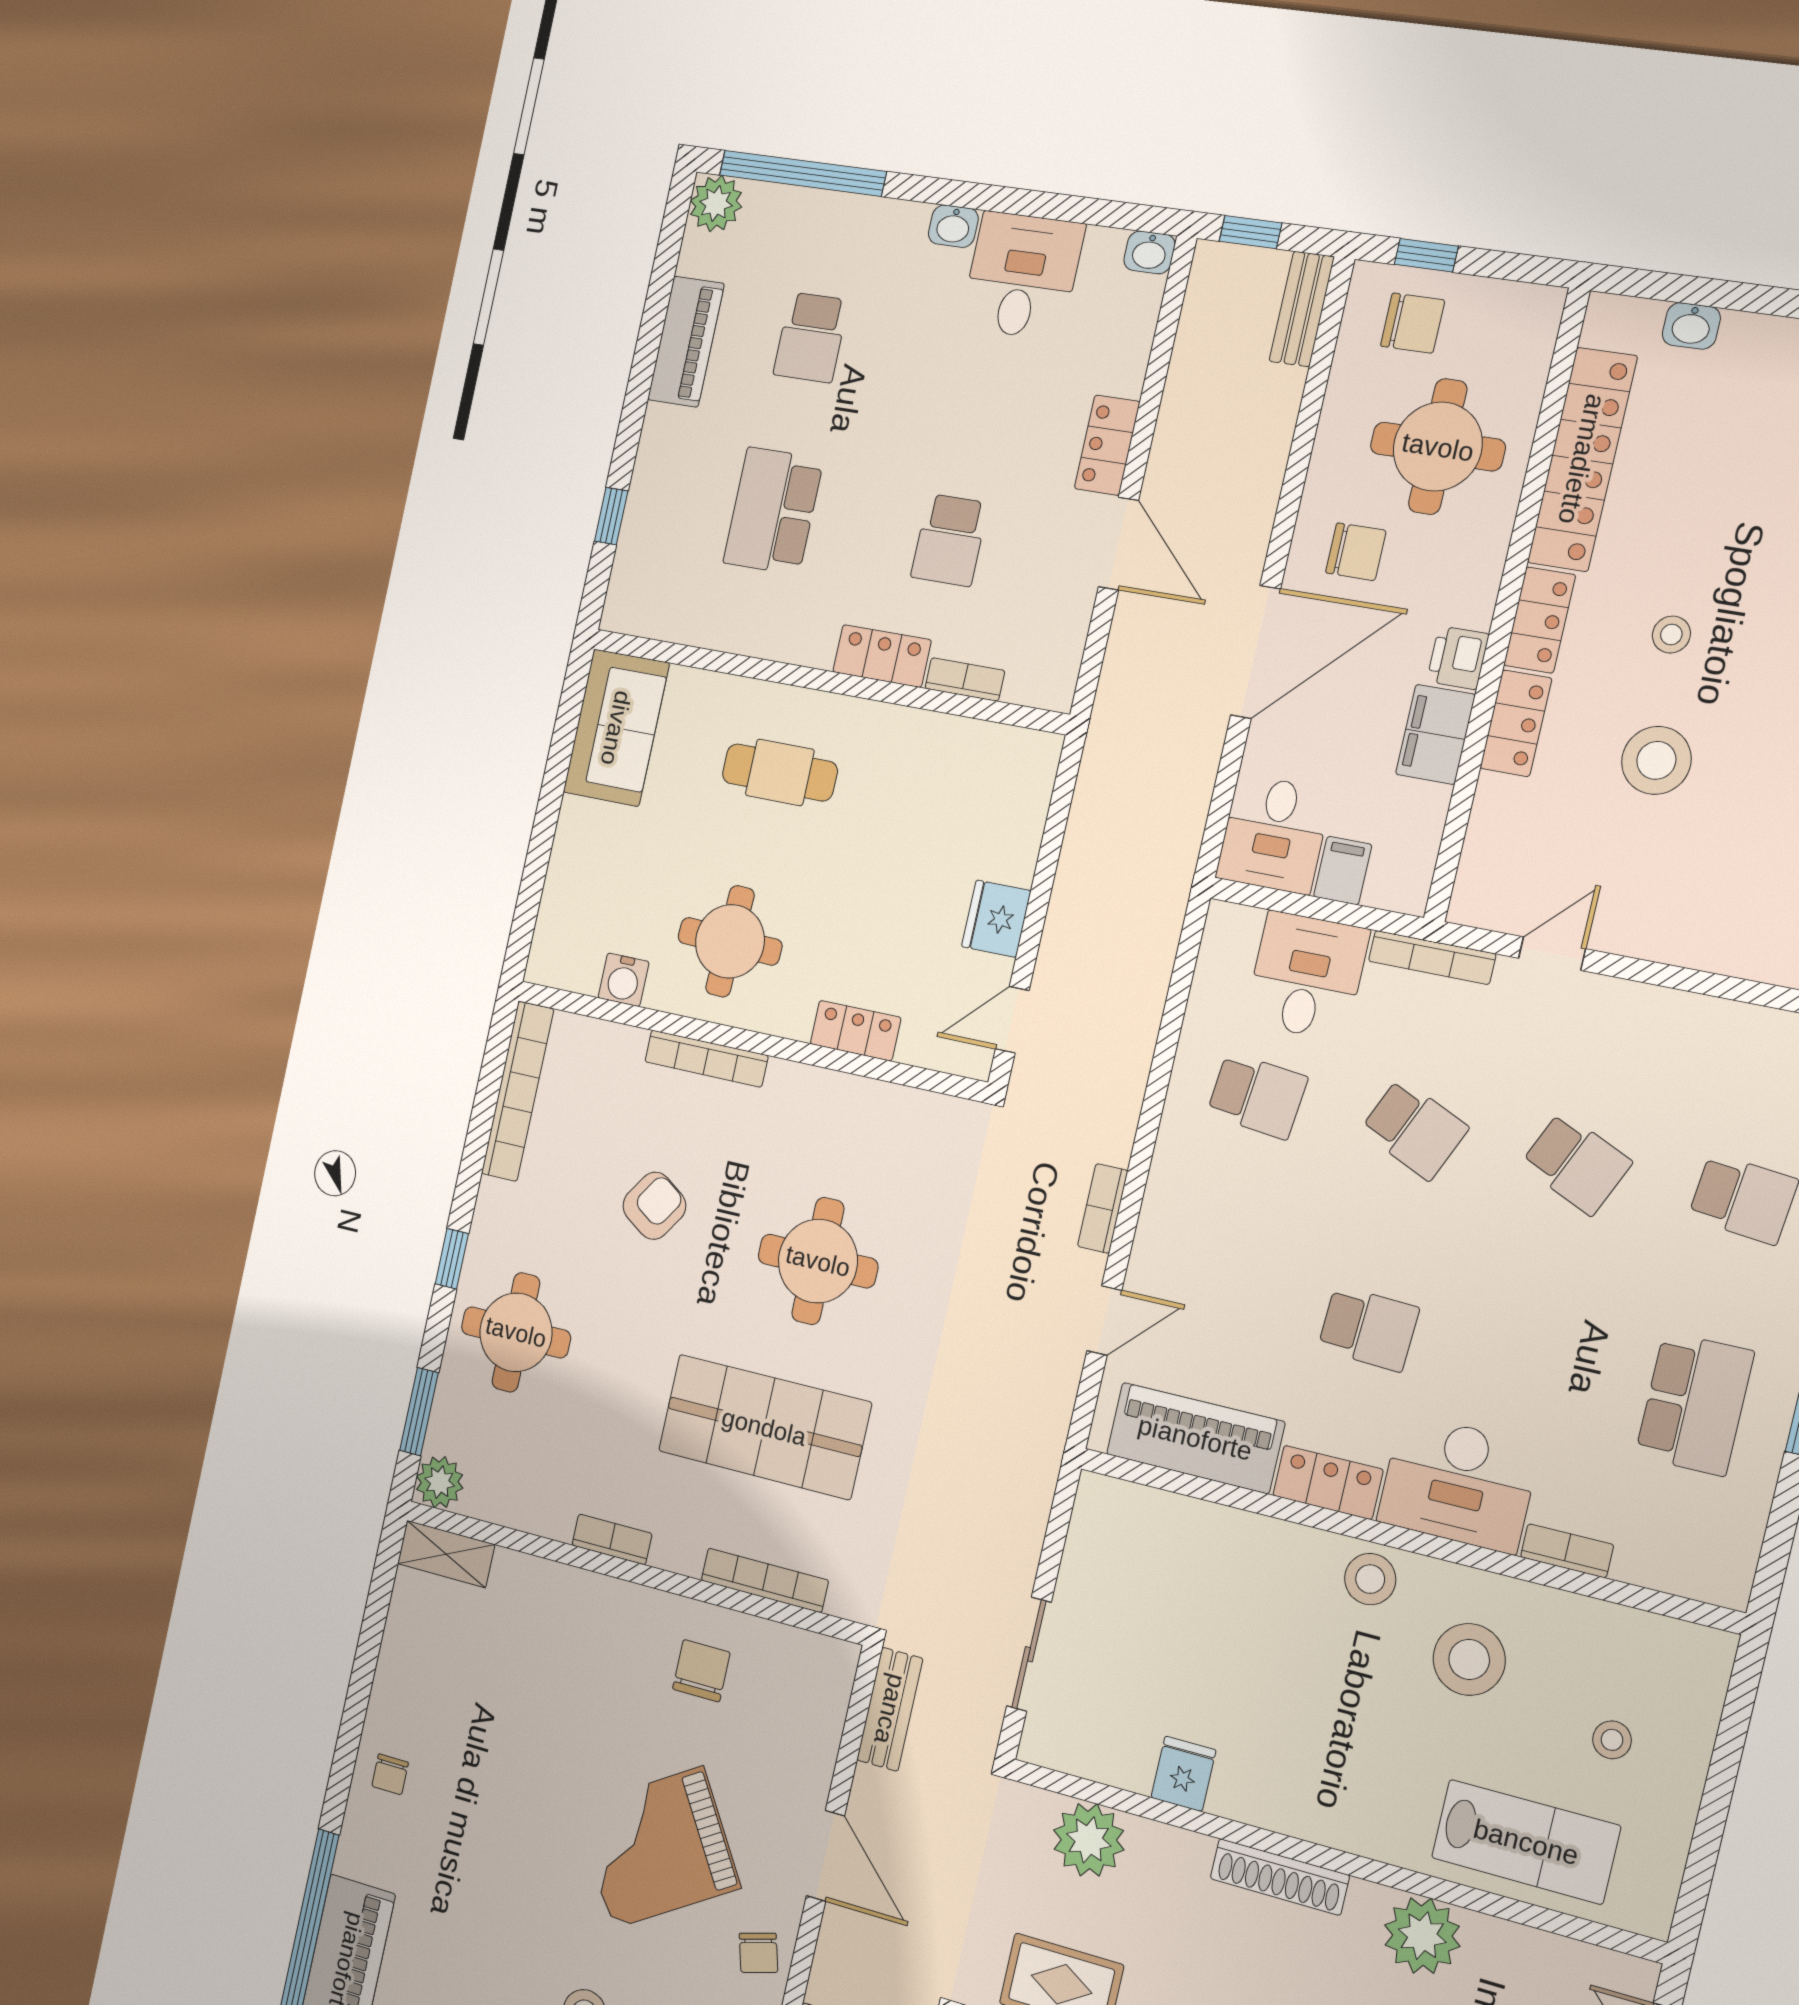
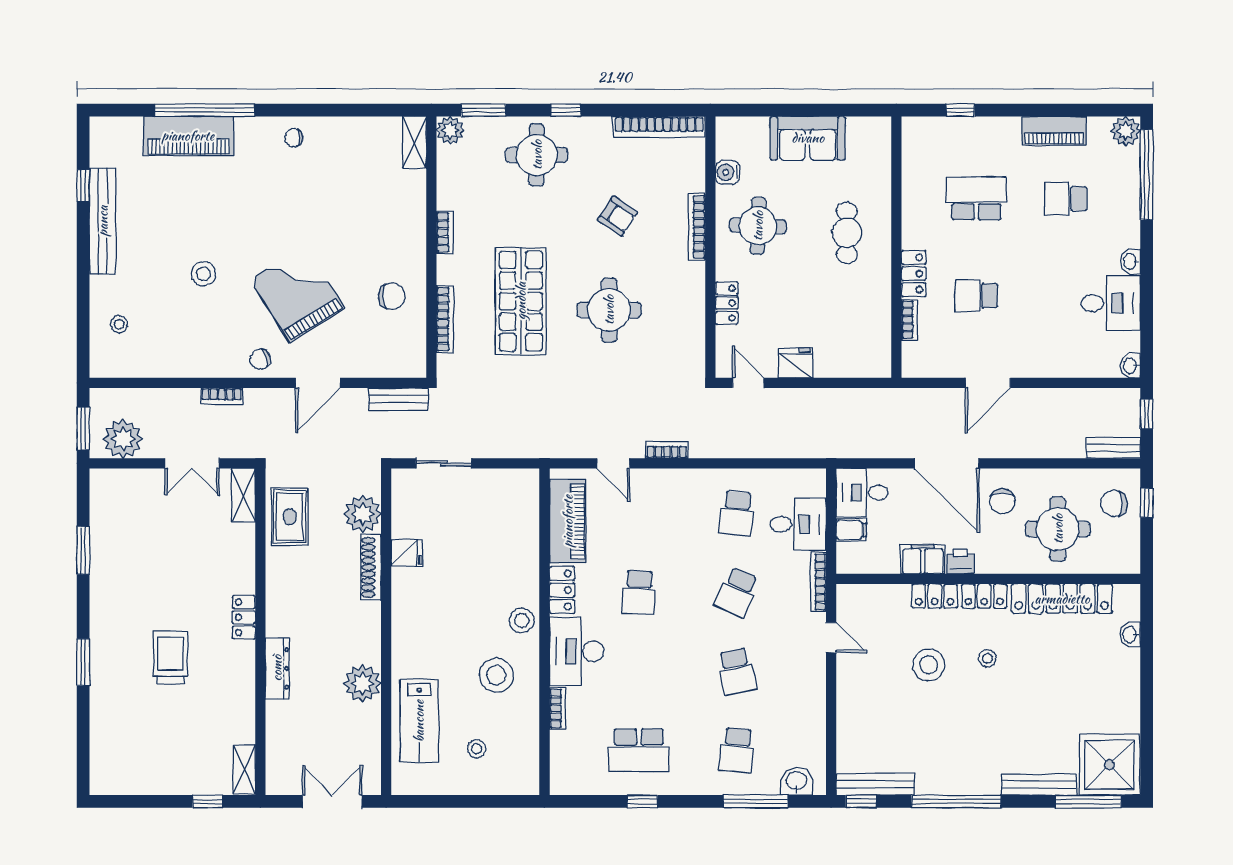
chair: (1413, 323) -> (1114, 503), turned 90
locker: (1107, 445) -> (1035, 366), removed
sofa: (616, 728) -> (808, 138), moved
school desk: (1576, 1163) -> (737, 671), turned -36
shoe rack: (1280, 1877) -> (371, 567), moved

